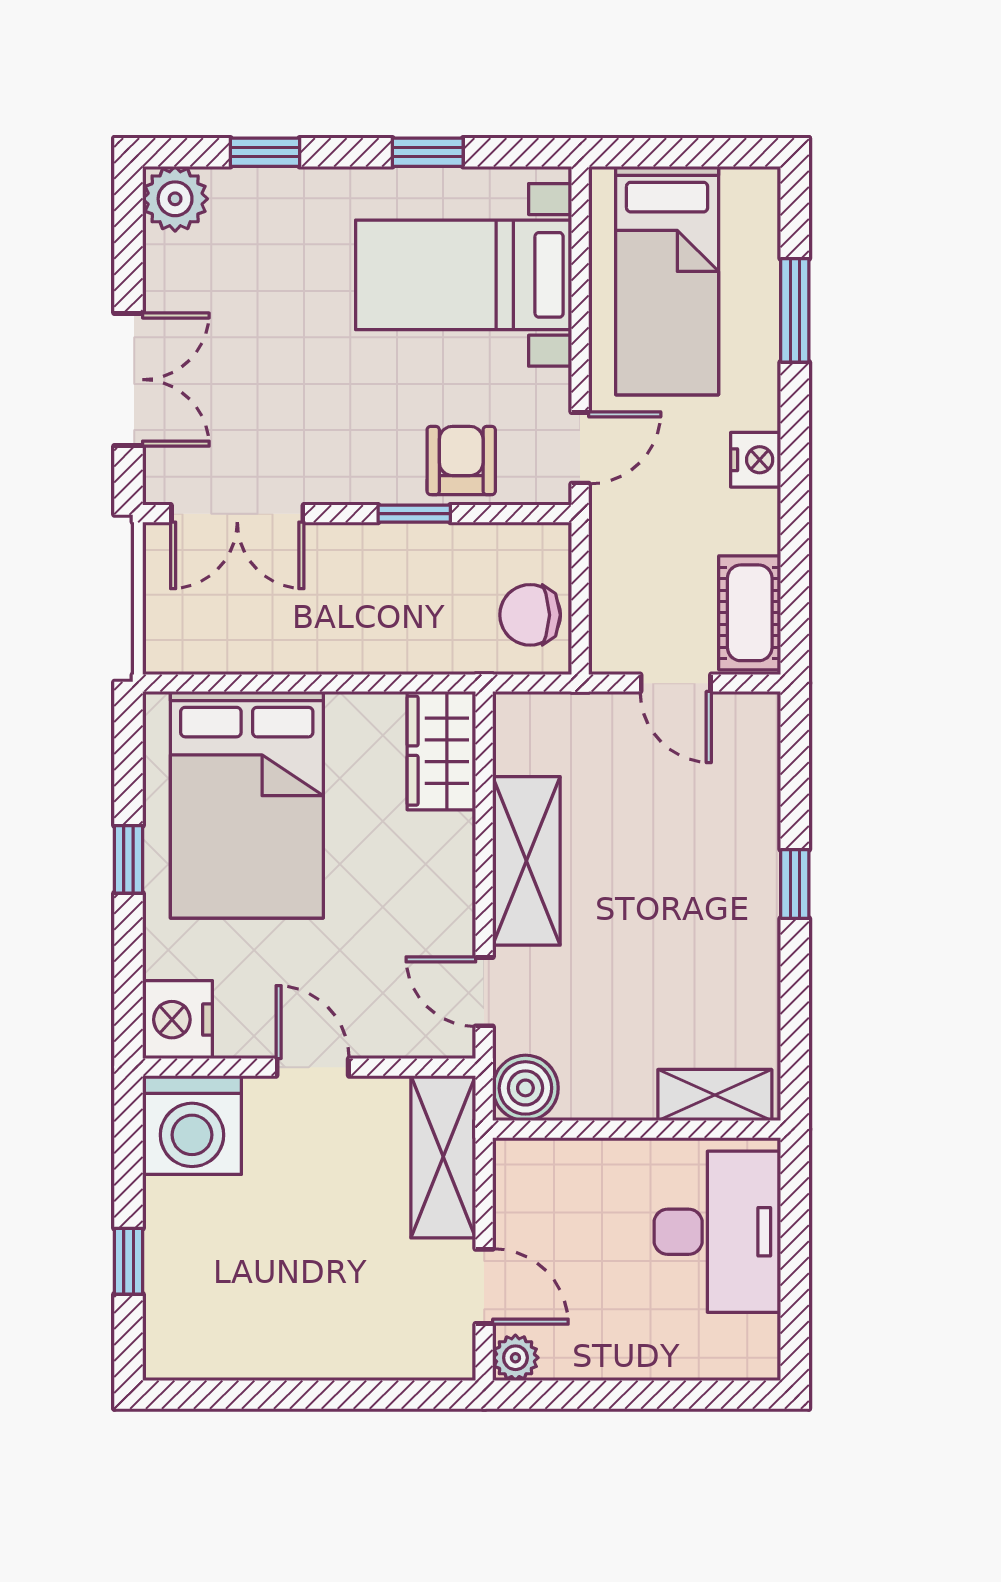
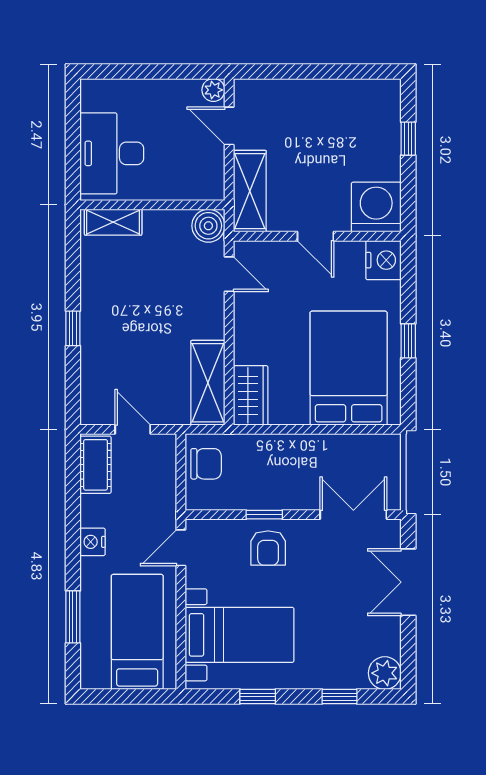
armchair: (461, 461) -> (268, 548), moved
shelving: (526, 861) -> (208, 383), moved

